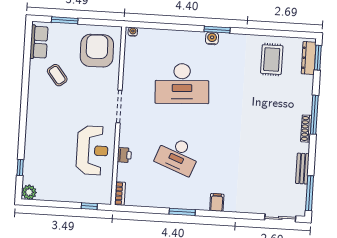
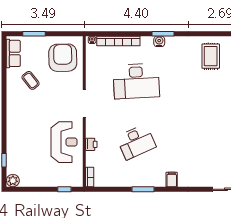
bookcase: (164, 35) -> (118, 41), added
desk: (178, 155) -> (136, 142), turned -45

